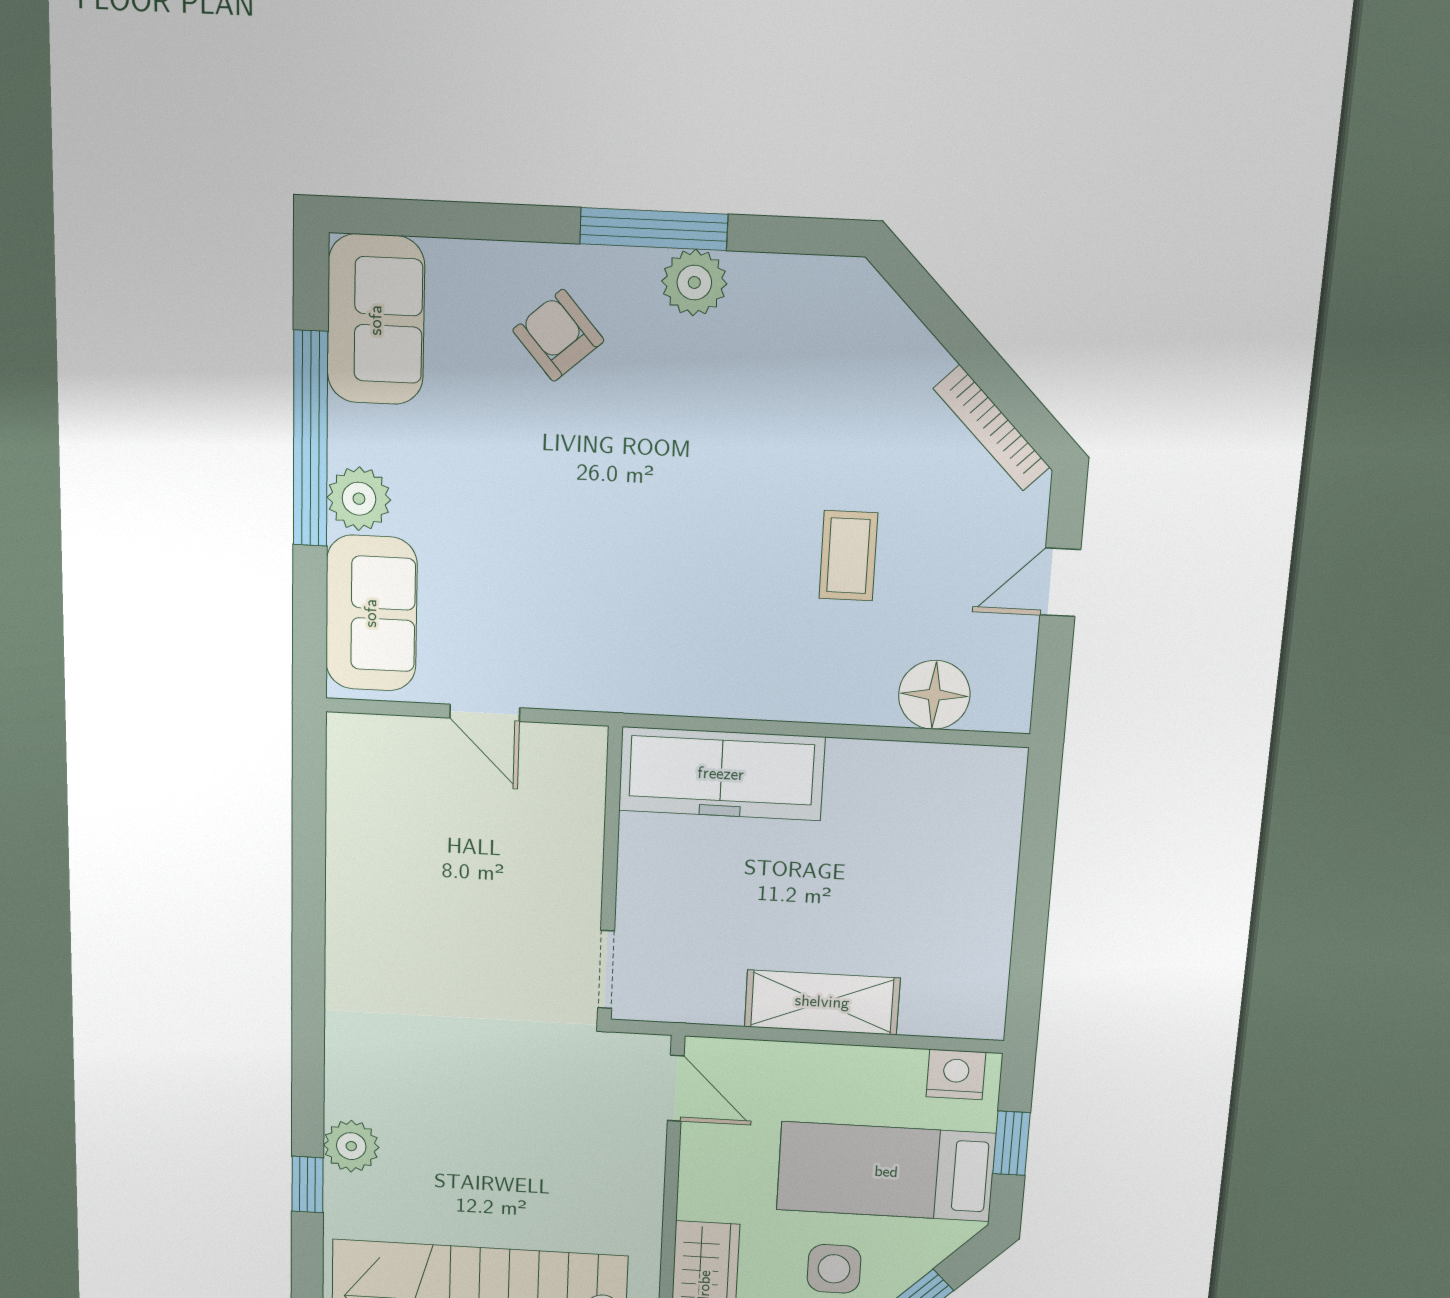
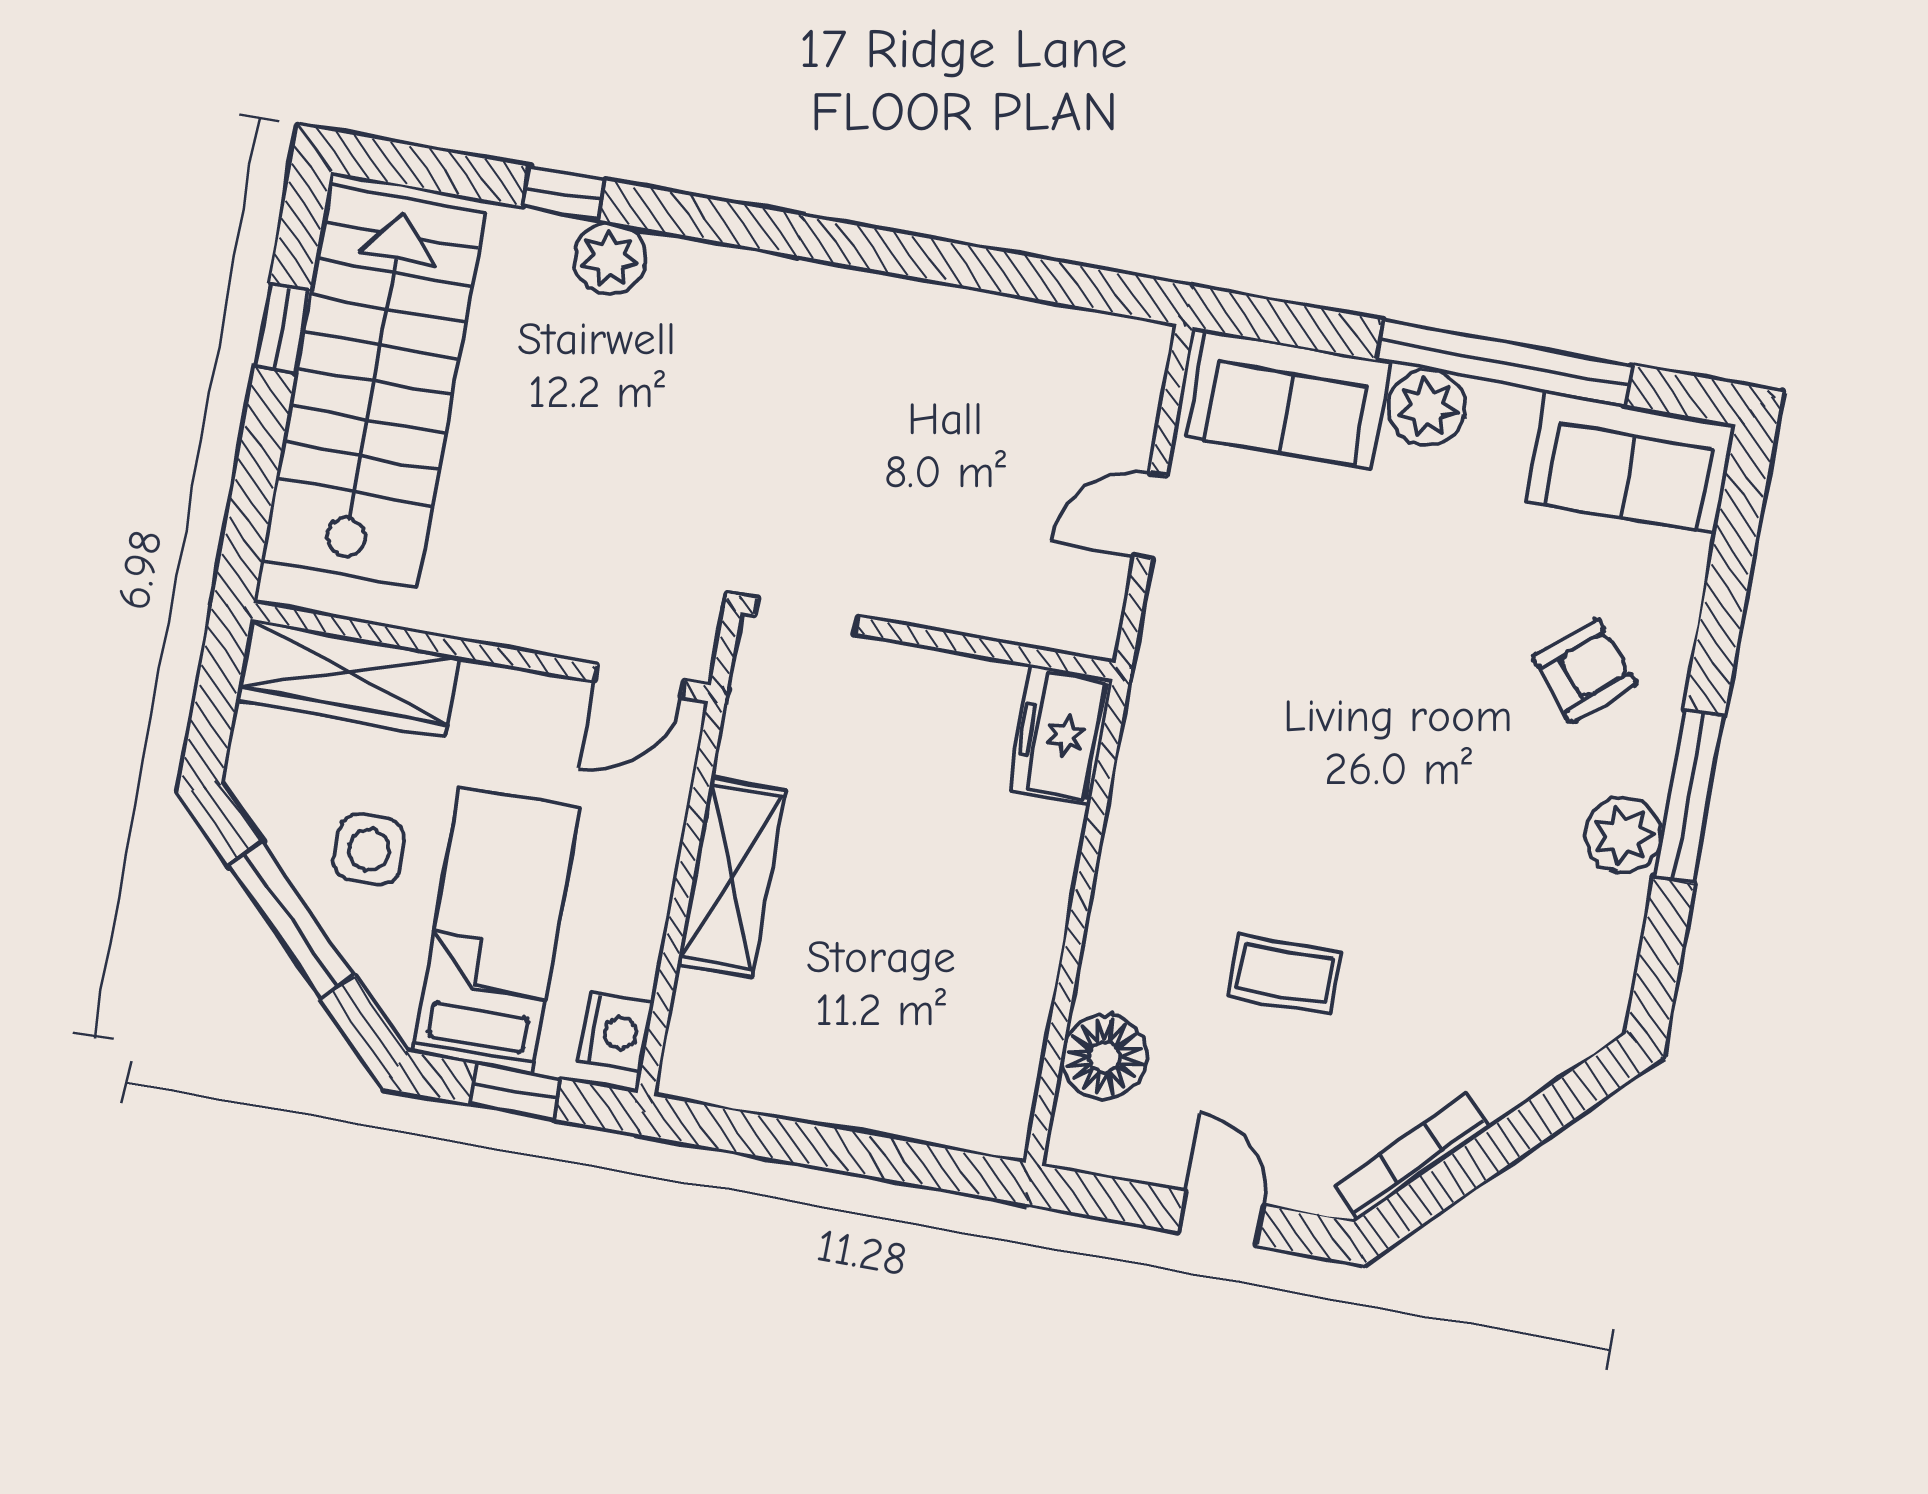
freezer: (721, 774) -> (1060, 735), width x0.52, depth x0.79

